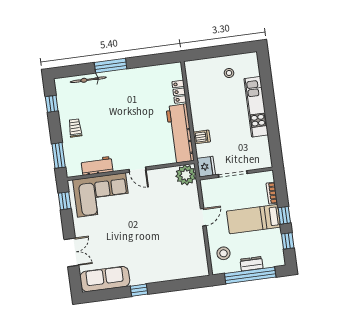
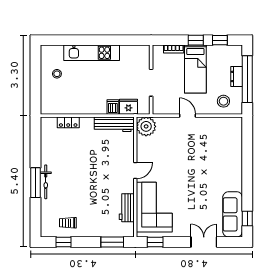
bicycle: (88, 80) -> (46, 182), moved
trolley: (75, 128) -> (68, 223), moved
workbench: (180, 134) -> (114, 124), width x0.73, depth x0.76
fridge: (206, 167) -> (128, 107), moved
window: (139, 290) -> (247, 219), moved

